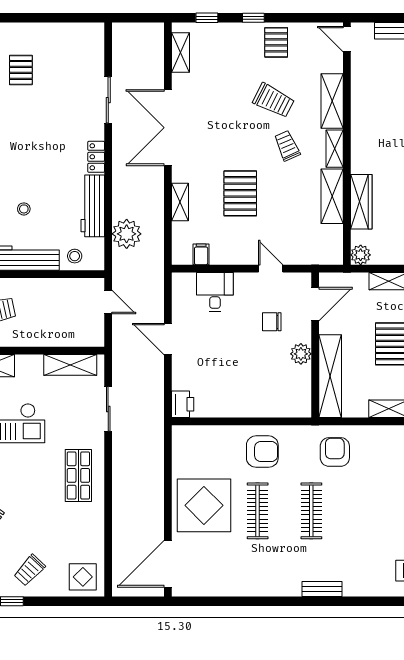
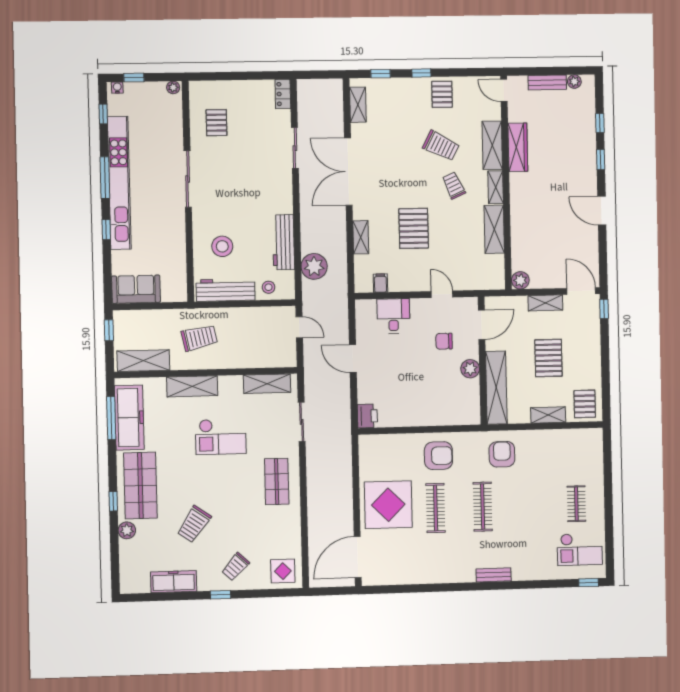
locker: (96, 157) -> (283, 94), moved
wardrobe: (361, 202) -> (518, 147), moved
stool: (24, 209) -> (222, 246), width x1.89, depth x1.89

